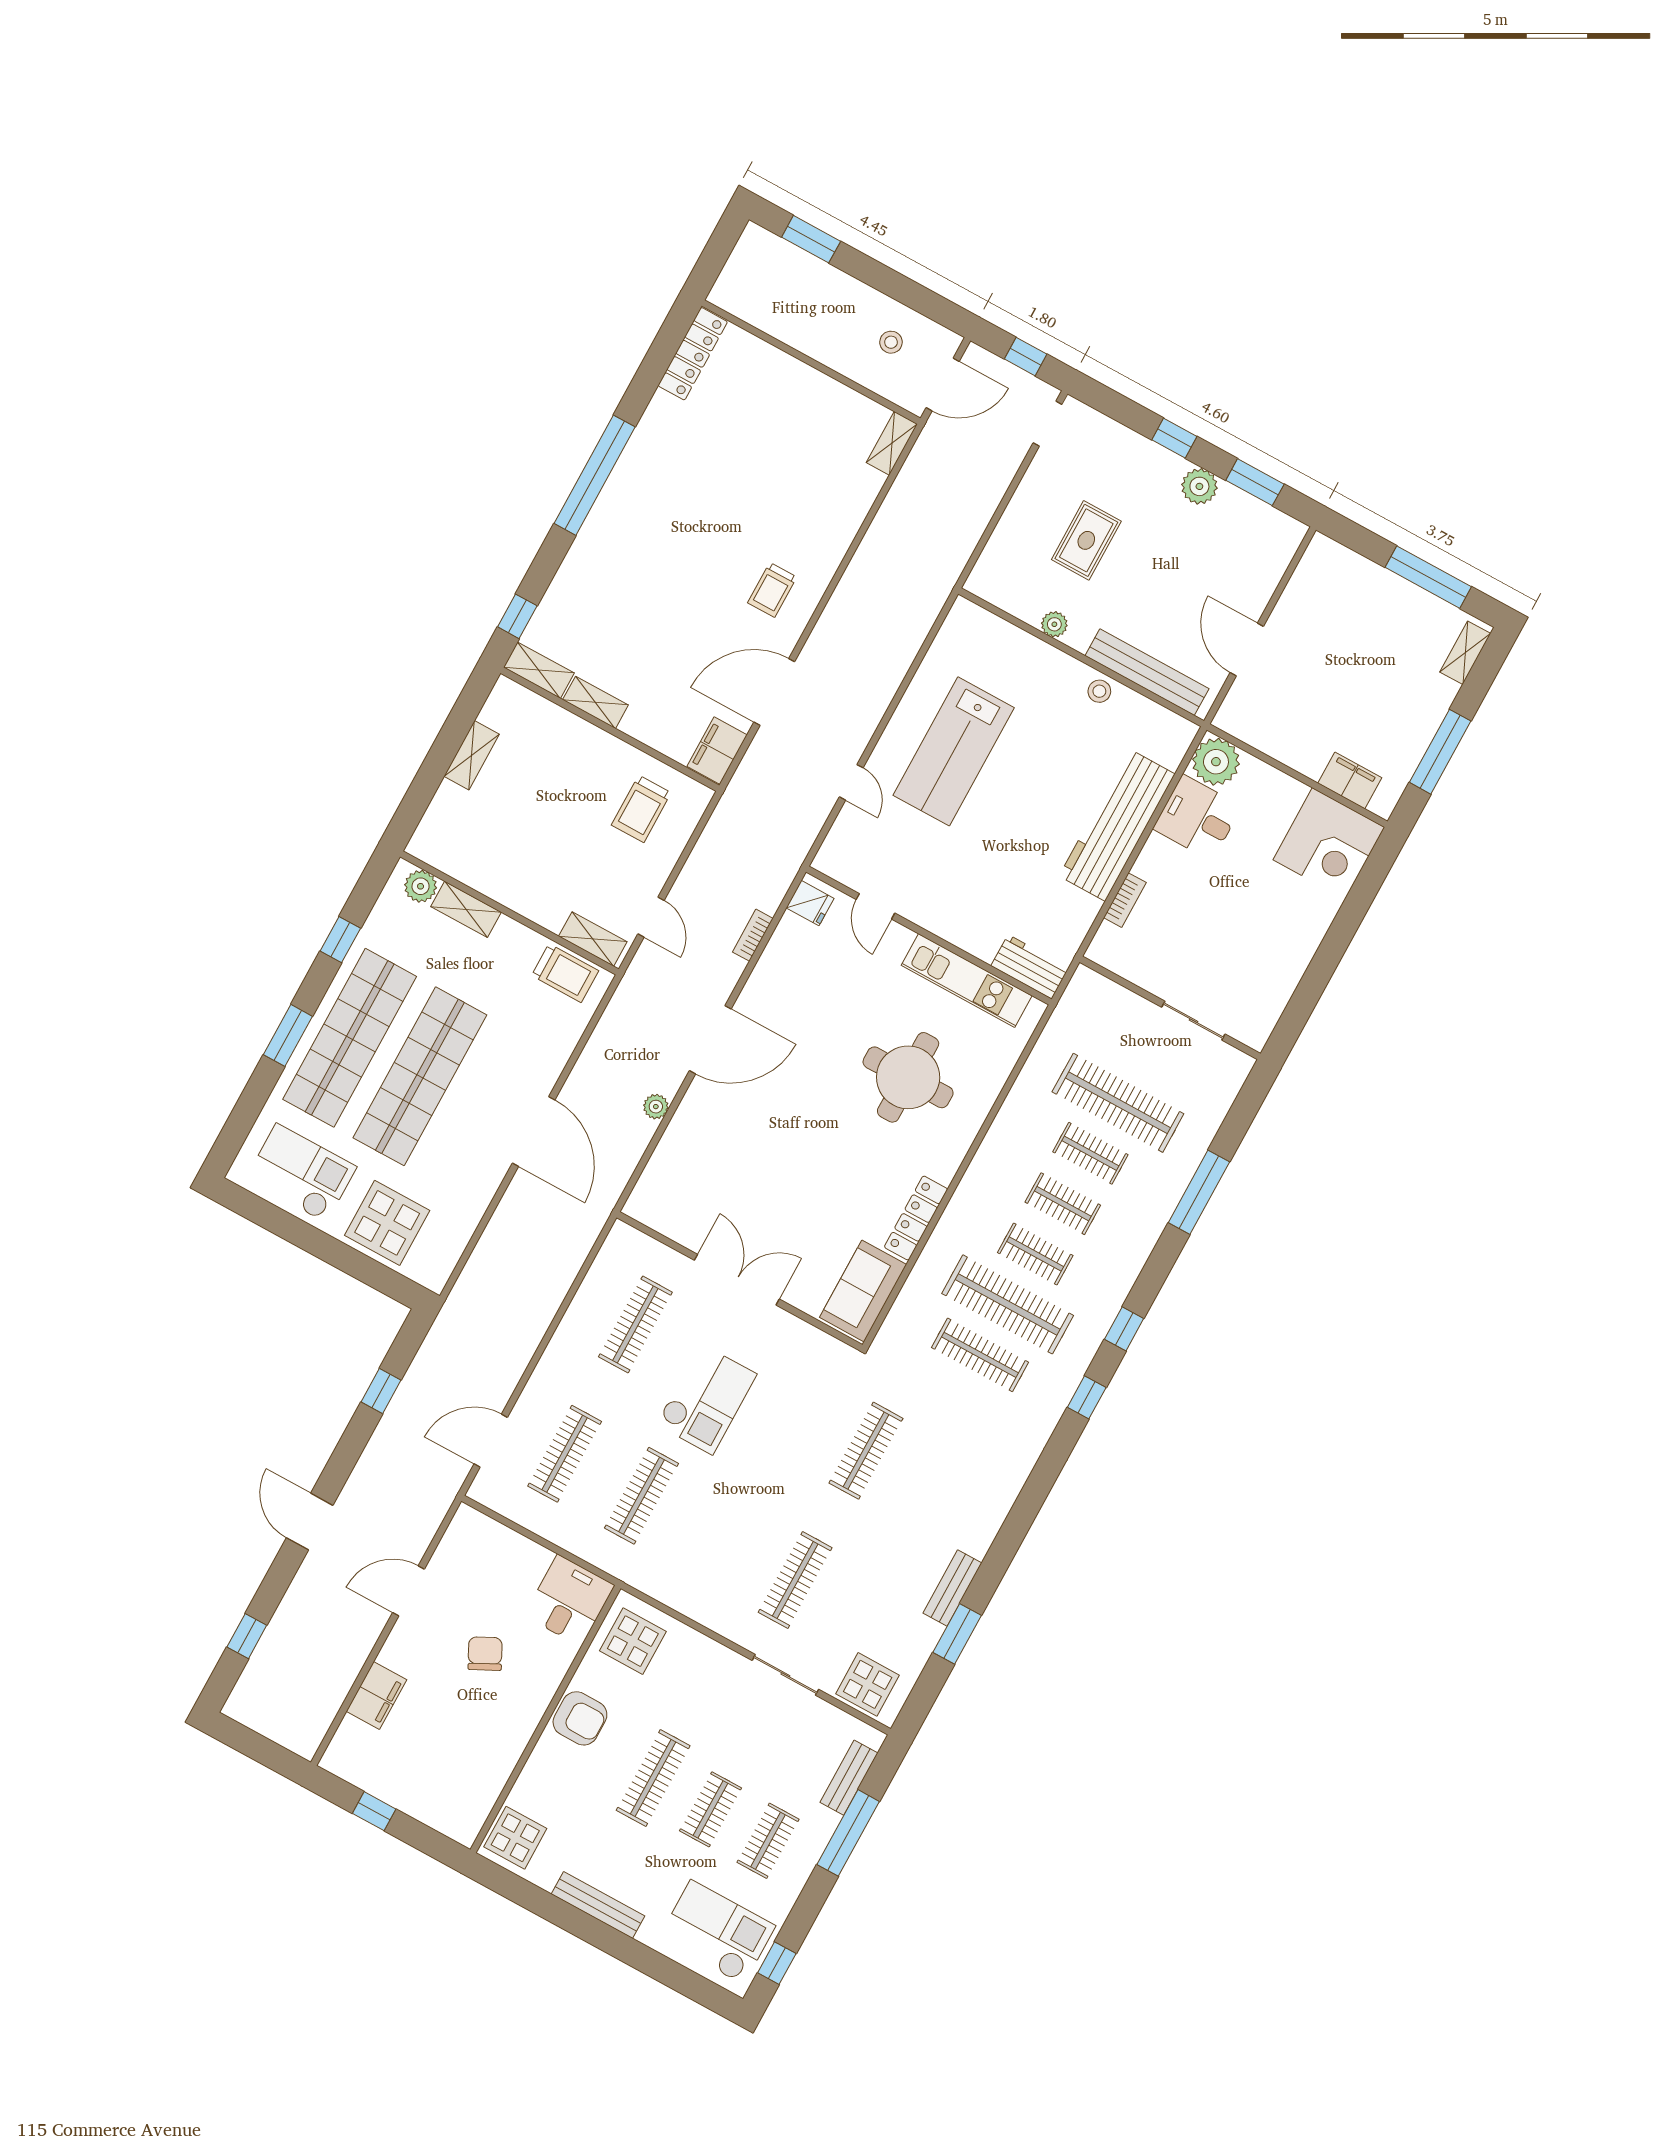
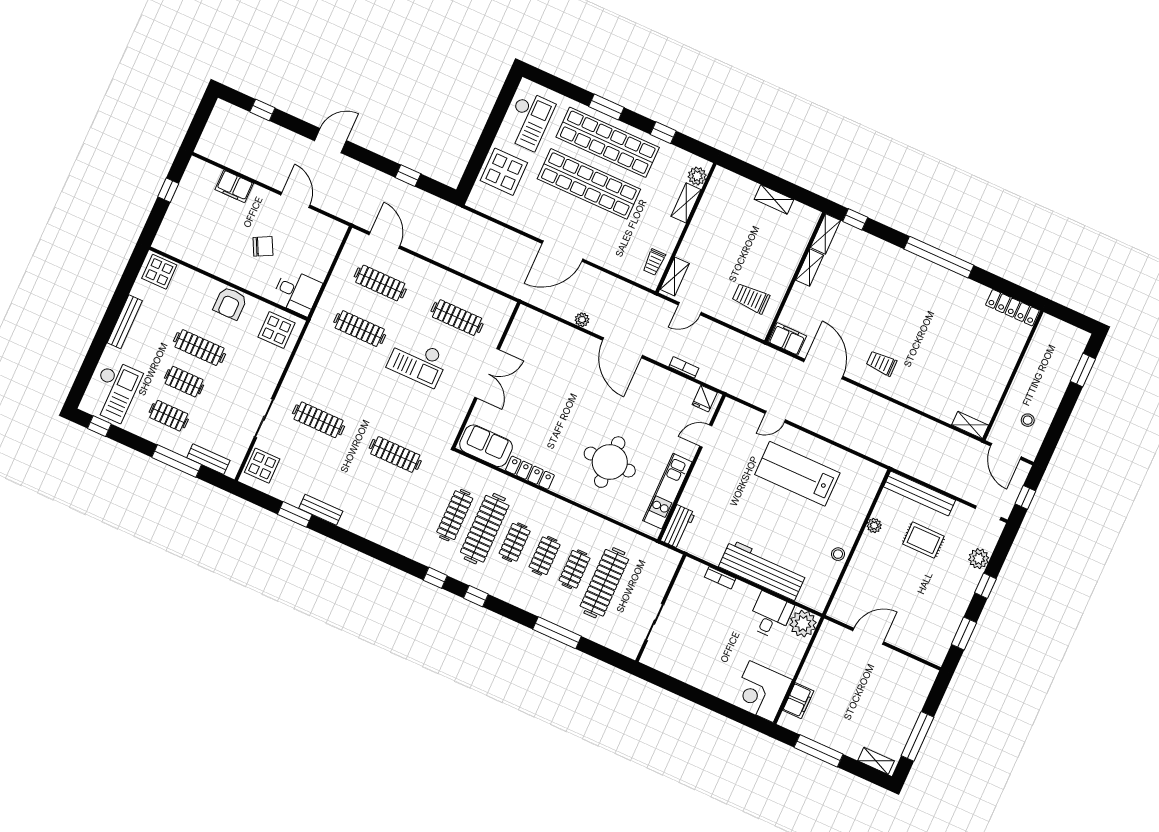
plant: (1199, 486) -> (979, 559), moved
bench: (1147, 672) -> (920, 494), moved, turned 90
trolley: (565, 973) -> (654, 262), width x0.73, depth x0.72

